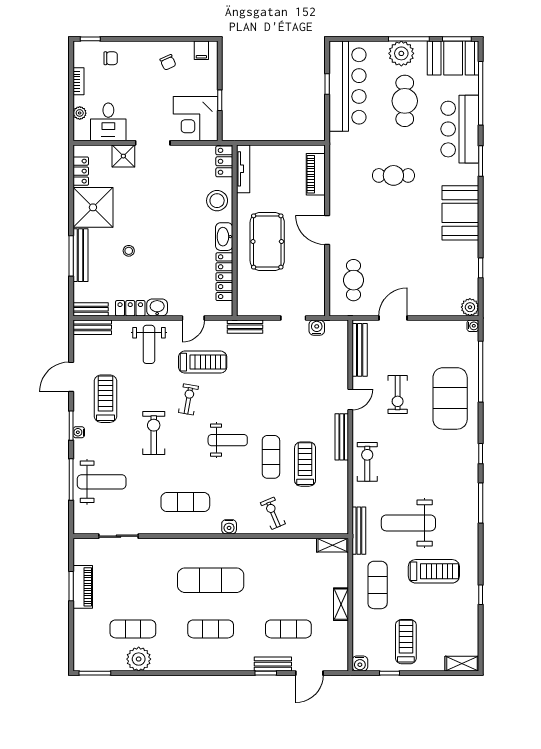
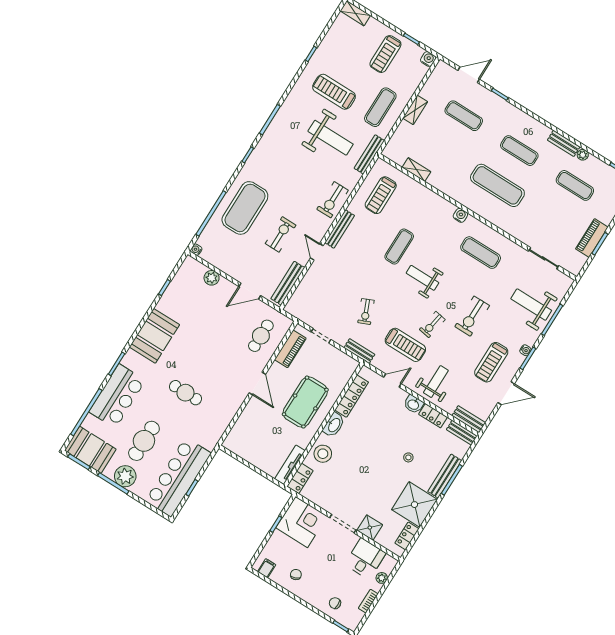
piano: (316, 174) -> (290, 349), moved
plant: (470, 307) -> (212, 278), moved
water cooler: (317, 328) -> (308, 318), removed
treadmill: (203, 362) -> (405, 345), turned 180
door: (350, 400) -> (317, 252), hinge flipped
treadmill: (305, 464) -> (381, 195), moved
exercise bike: (273, 513) -> (366, 311), moved
shelving: (332, 545) -> (416, 170), moved
plant: (139, 659) -> (583, 155), width x0.53, depth x0.53
bench: (273, 664) -> (564, 143), moved

